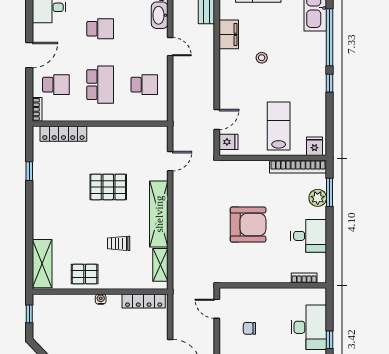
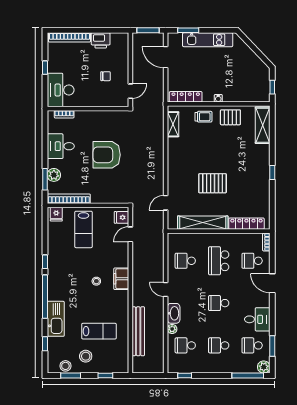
filing cabinet: (229, 34) -> (121, 279), moved
door: (29, 55) -> (272, 283), hinge flipped
window: (29, 171) -> (272, 173), moved
shelving: (159, 214) -> (203, 223), moved, turned 90
trolley: (119, 243) -> (203, 117), moved
door: (217, 309) -> (130, 91), hinge flipped
desk: (309, 327) -> (61, 90), moved

